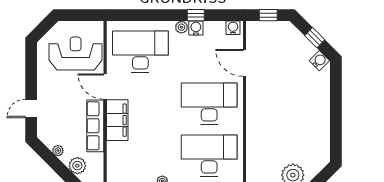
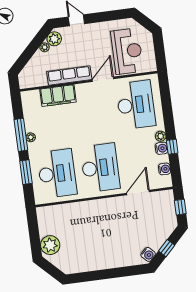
water cooler: (233, 28) -> (164, 169), moved
filing cabinet: (117, 120) -> (58, 96), moved
plant: (77, 166) -> (54, 39), moved

